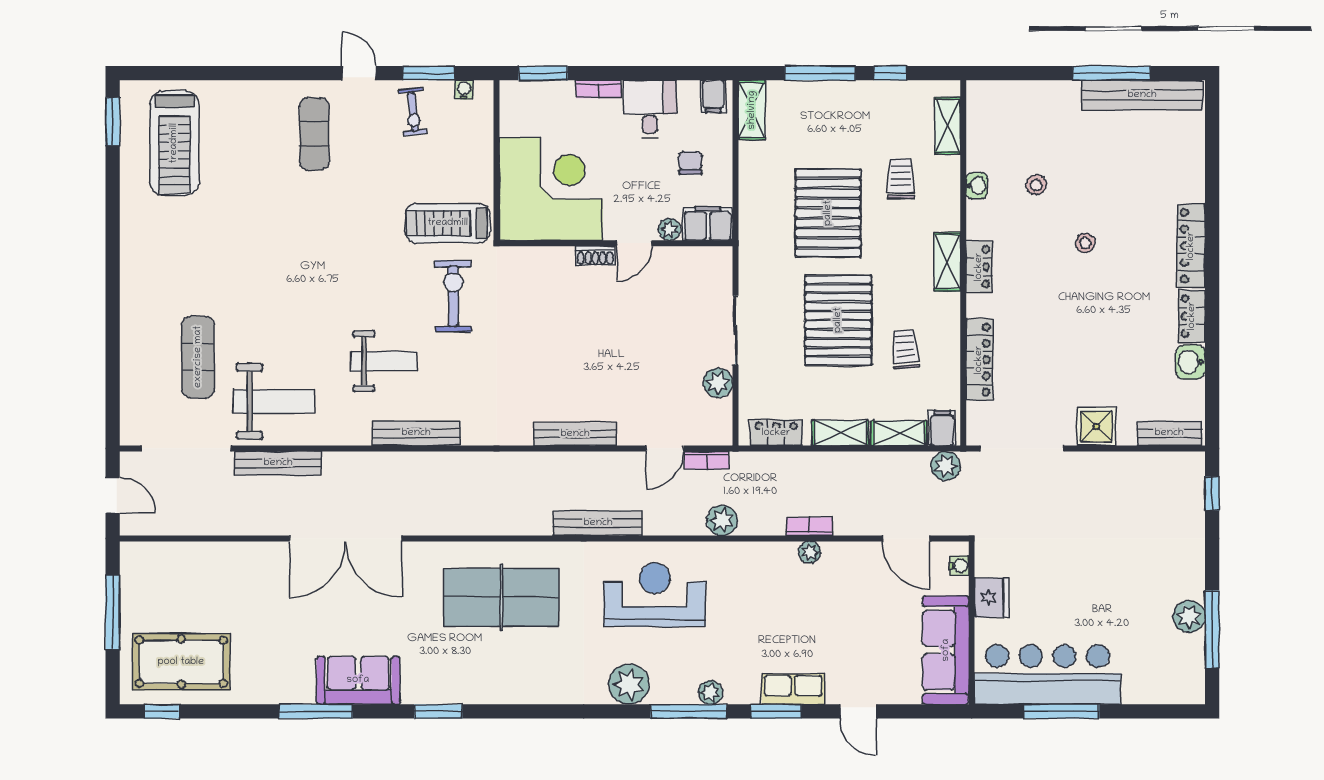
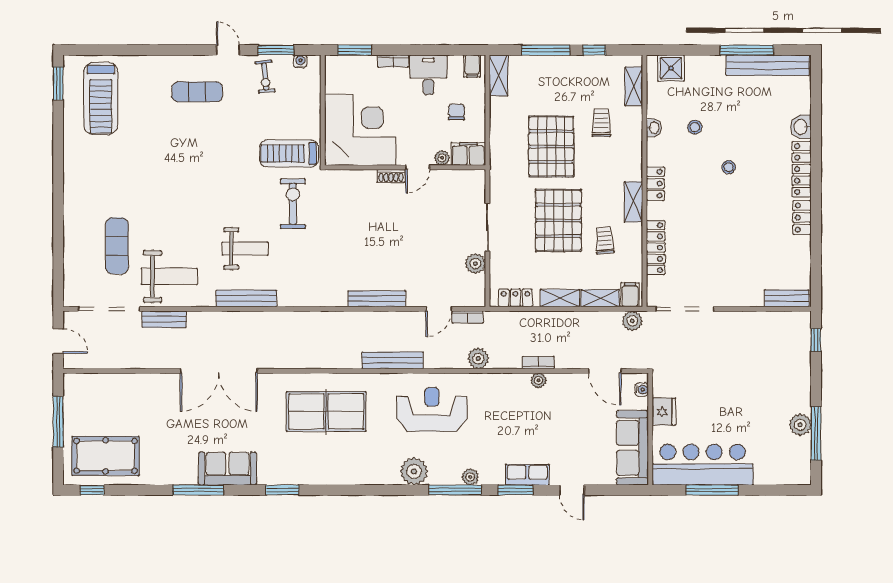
exercise mat: (314, 134) -> (197, 92), turned 90
shelving: (947, 262) -> (633, 202), moved
washbasin: (1190, 362) -> (801, 127), moved
shower: (1096, 427) -> (671, 68), moved
bench: (416, 433) -> (246, 298), moved
bench: (278, 463) -> (164, 319), width x0.73

